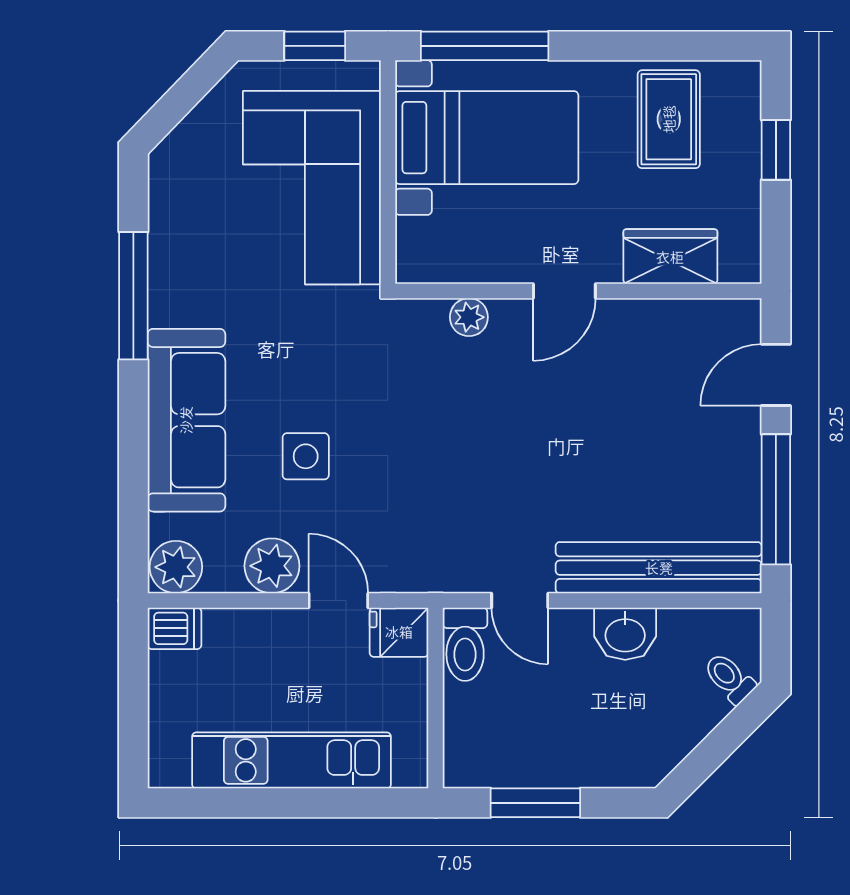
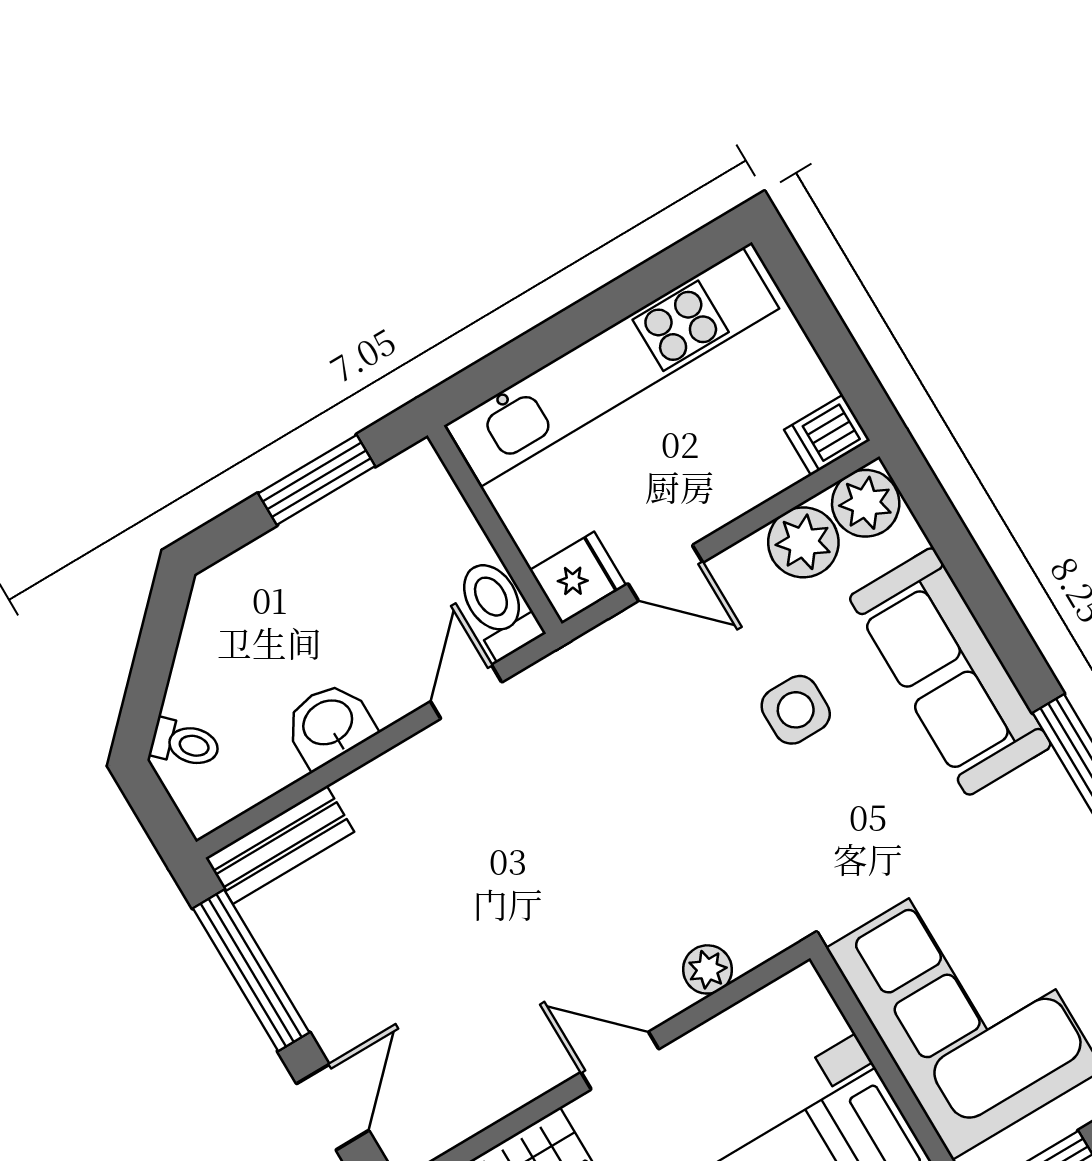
door: (564, 291) -> (620, 1061), hinge flipped
plant: (272, 566) -> (803, 542), moved
bench: (659, 568) -> (280, 845), width x0.54, depth x0.82
door: (520, 600) -> (466, 692), hinge flipped
kitchen unit: (292, 760) -> (612, 367), width x1.36

